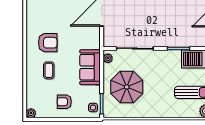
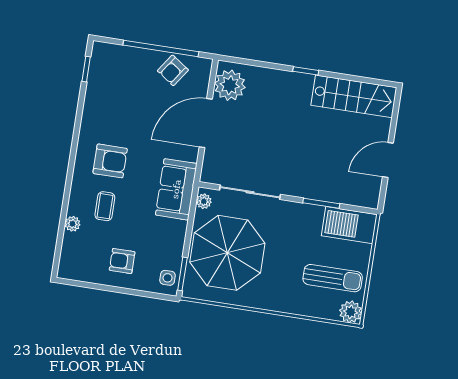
sofa: (90, 67) -> (176, 189), moved
parasol: (127, 87) -> (227, 253), width x1.36, depth x1.36
plant: (31, 113) -> (72, 224), moved

